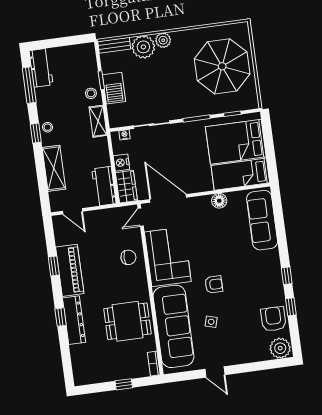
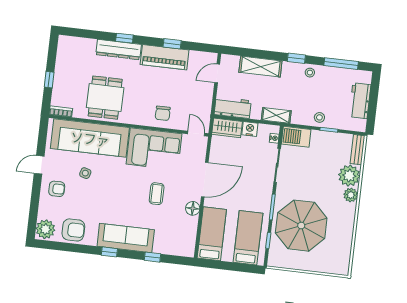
parasol: (222, 66) -> (301, 226), moved
workbench: (41, 68) -> (360, 101), moved, turned 90
barbecue: (114, 88) -> (296, 137), moved
shelving: (98, 121) -> (276, 115), moved
stool: (48, 127) -> (310, 73), moved
bed: (236, 142) -> (248, 238), width x0.67
door: (168, 198) -> (205, 180), moved
sofa: (262, 220) -> (126, 238), moved
coffee table: (214, 242) -> (157, 194), added
armchair: (214, 284) -> (57, 189), moved, turned -90
window: (291, 307) -> (152, 257), moved

